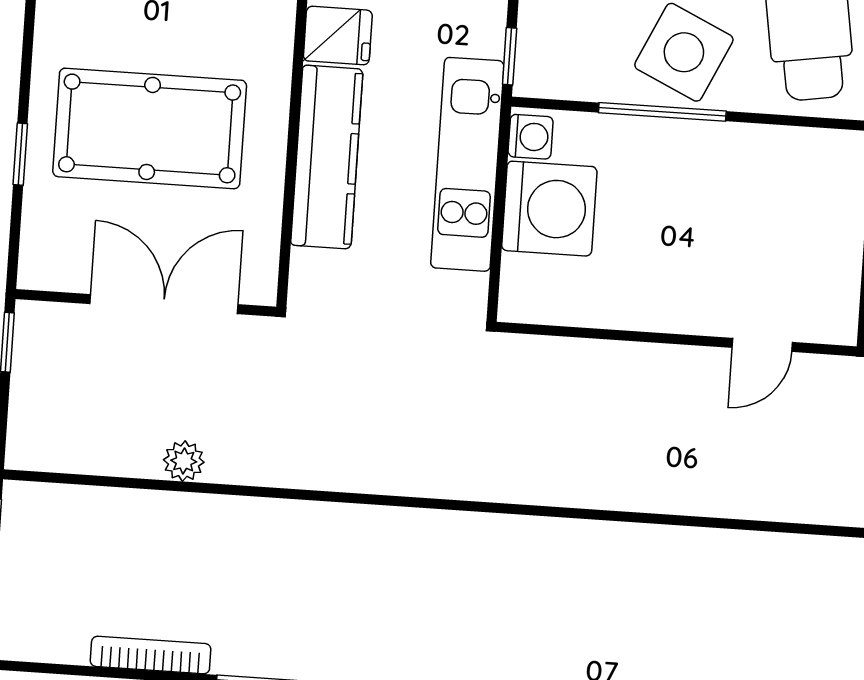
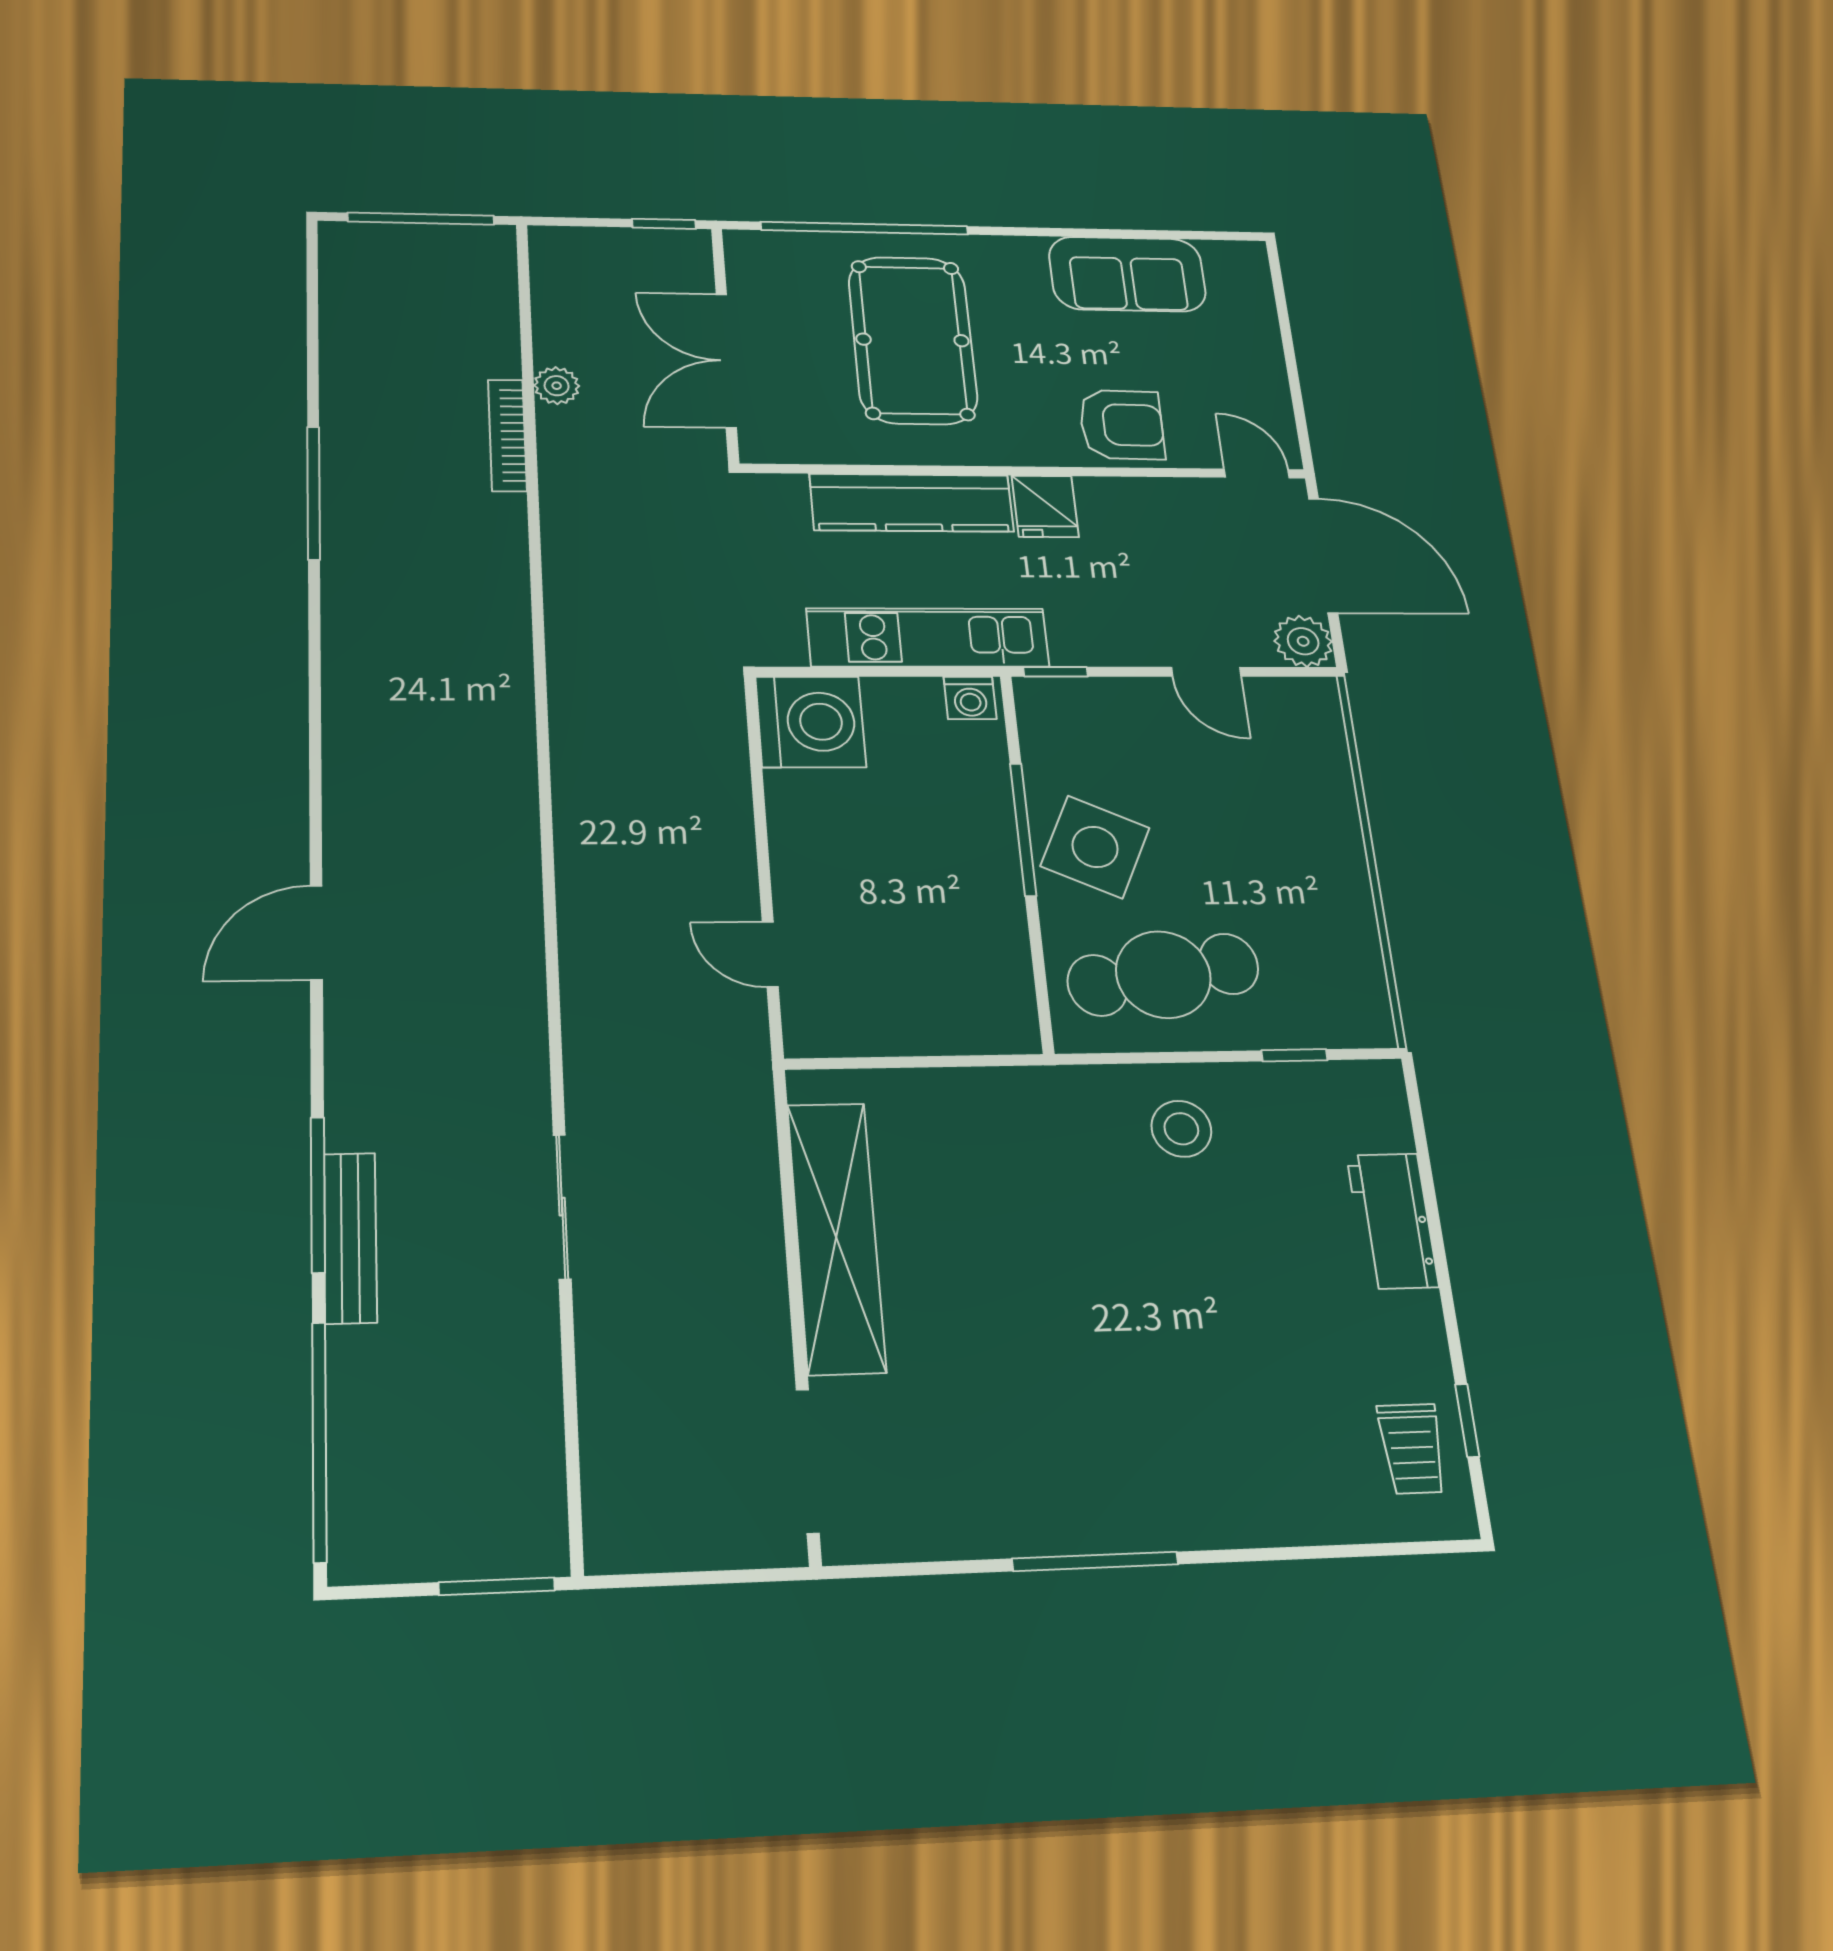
window: (20, 154) -> (865, 228), width x3.17
washing machine: (549, 209) -> (811, 722), moved, turned -90
double door: (164, 304) -> (726, 361), swing flipped
bookcase: (151, 655) -> (507, 435), moved, turned 180

